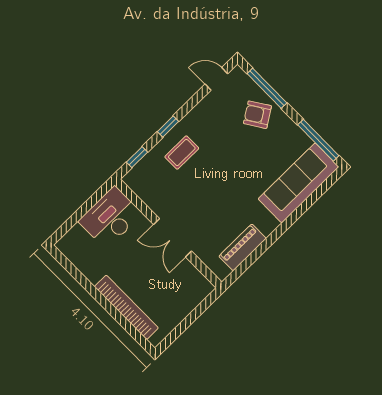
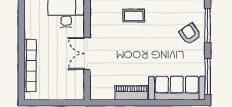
piano: (243, 247) -> (131, 93), moved

